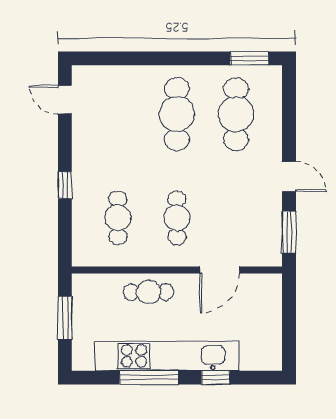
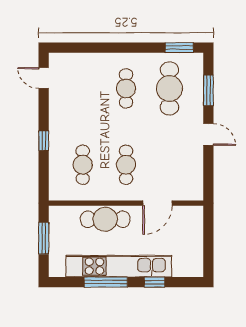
cafe table: (177, 114) -> (126, 88), width x0.73, depth x0.74
window: (289, 232) -> (208, 90), moved
cafe table: (149, 292) -> (105, 219), width x1.37, depth x1.35

